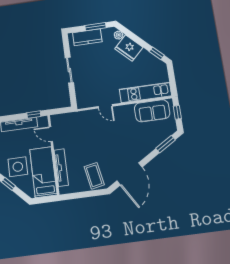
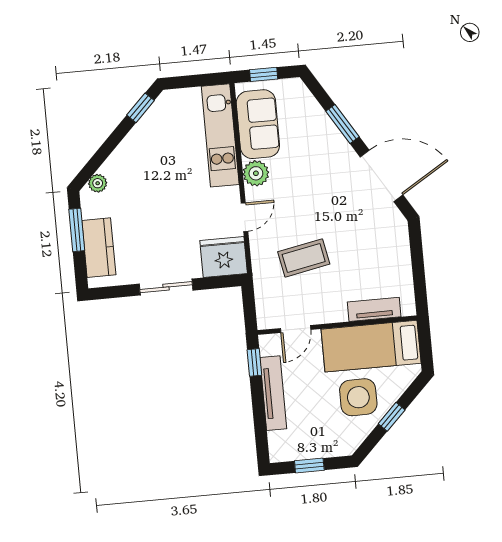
fridge: (129, 48) -> (224, 257), moved, turned -135
plant: (127, 111) -> (256, 173), added
window: (166, 144) -> (343, 124), moved
tv unit: (61, 168) -> (374, 309), width x0.71
coffee table: (94, 176) -> (304, 258), moved

